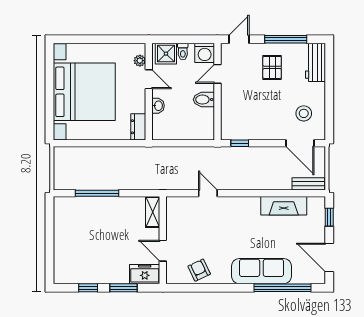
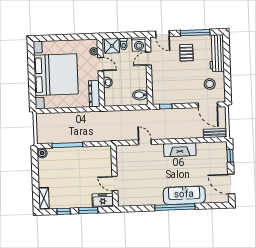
door: (239, 39) -> (162, 34), swing flipped
workbench: (315, 62) -> (217, 53), width x1.38
bidet: (204, 100) -> (140, 95), moved
dresser: (138, 127) -> (94, 94), width x1.44
boiler: (60, 203) -> (42, 153), added
fireplace: (284, 206) -> (180, 150), moved
shelving: (153, 212) -> (44, 198), moved
armchair: (199, 270) -> (141, 196), removed
window: (282, 288) -> (175, 207), moved

